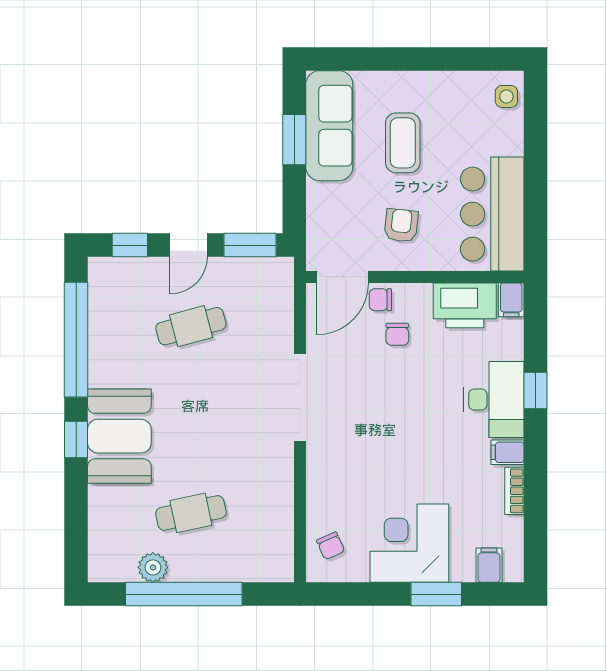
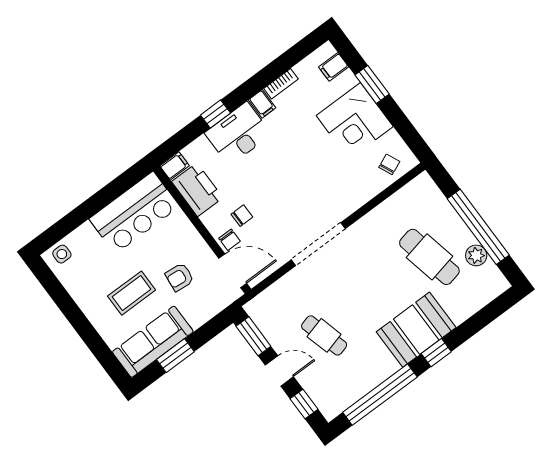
armchair: (401, 225) -> (179, 277), moved
cafe table: (191, 513) -> (429, 257), width x1.37, depth x1.35

